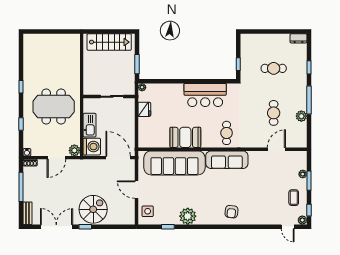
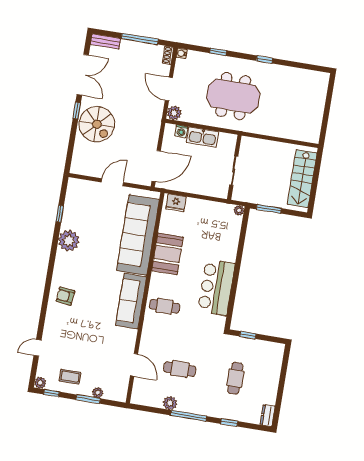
meeting table: (54, 107) -> (233, 96), turned 90
fridge: (144, 109) -> (176, 203), moved
washing machine: (92, 147) -> (181, 131), width x0.53, depth x0.53
side table: (148, 211) -> (83, 192), removed
door: (288, 227) -> (38, 348), moved

